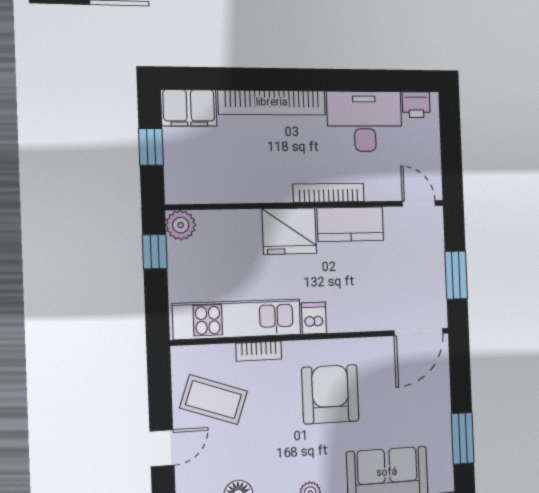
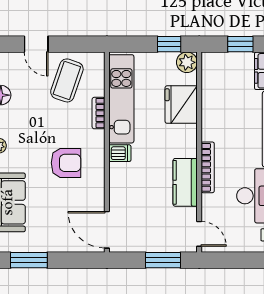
door: (419, 203) -> (199, 234), hinge flipped
fridge: (289, 231) -> (181, 105), moved
window: (456, 275) -> (163, 260), moved
armchair: (330, 394) -> (66, 163), width x0.73, depth x0.73

